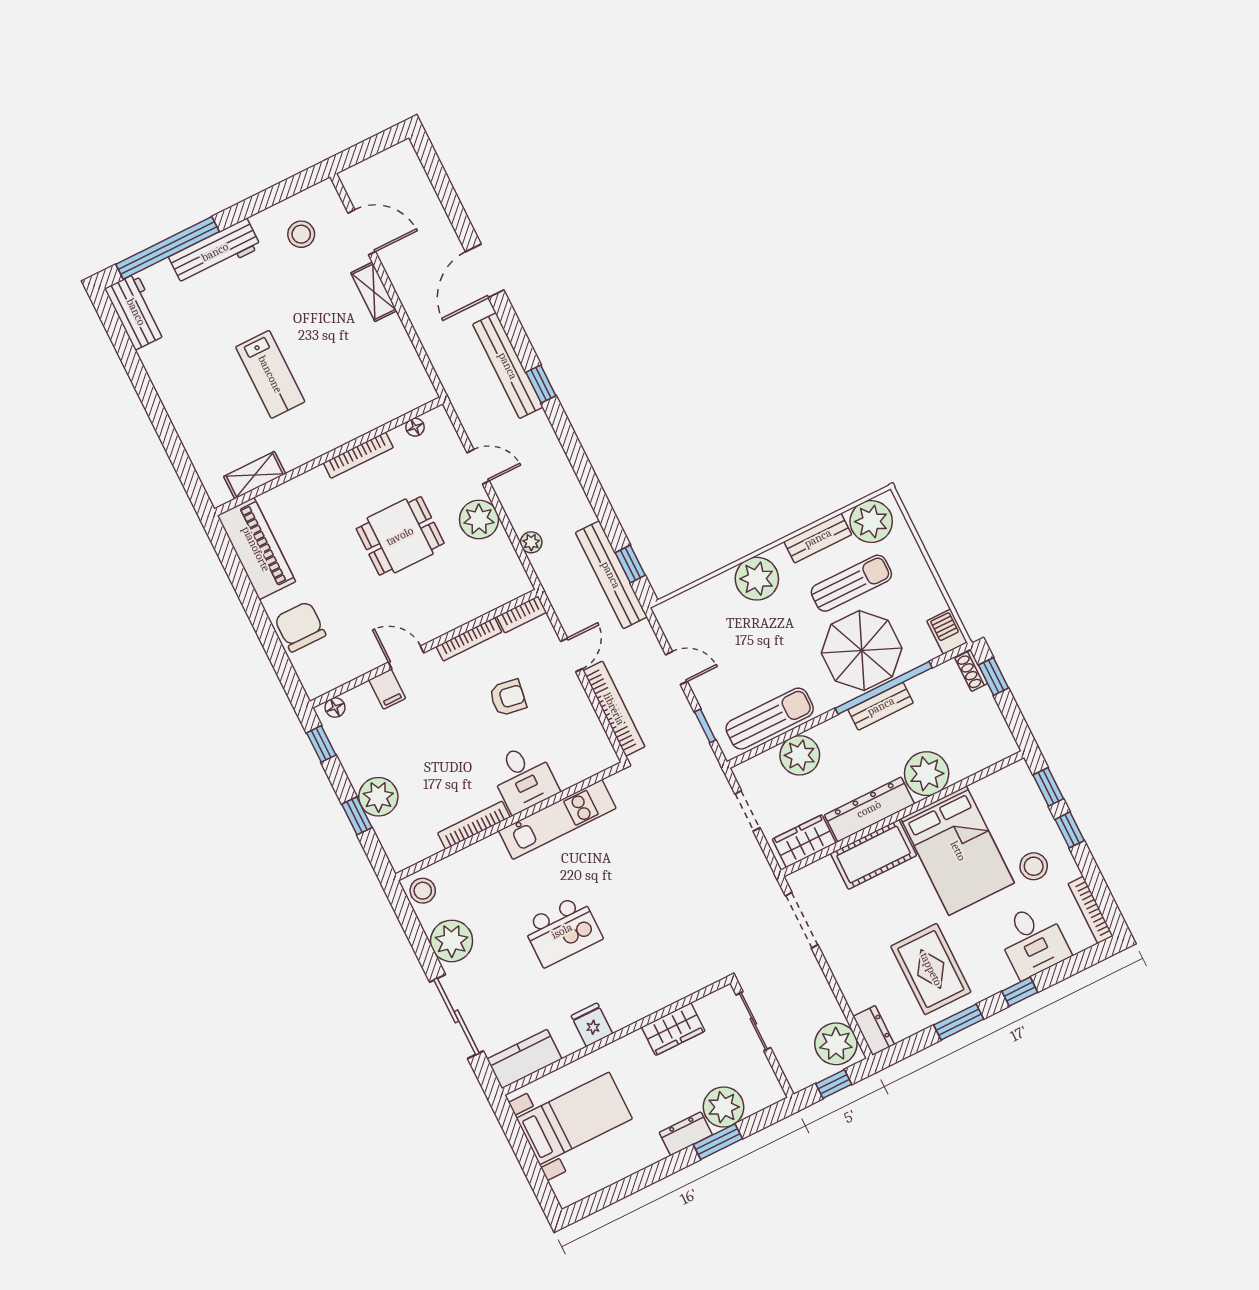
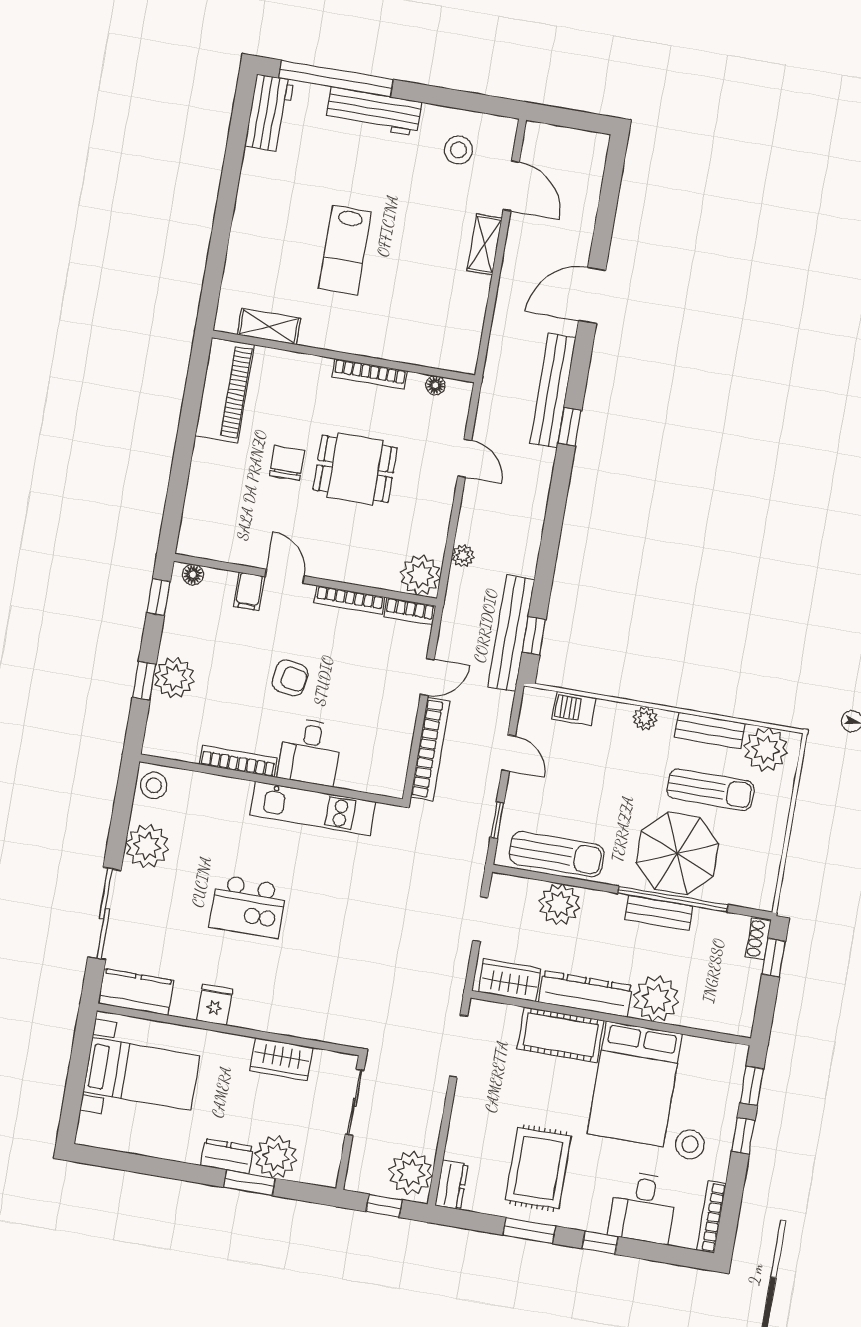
plant: (479, 519) -> (420, 575), moved
plant: (757, 579) -> (645, 718), width x0.53, depth x0.53
chair: (300, 627) -> (287, 463), moved, width x0.73, depth x0.73
barbecue: (947, 632) -> (574, 708), moved, turned -90
armchair: (508, 698) -> (290, 678), moved

